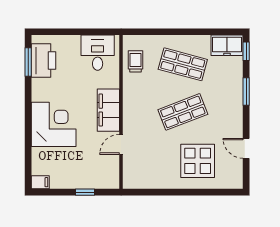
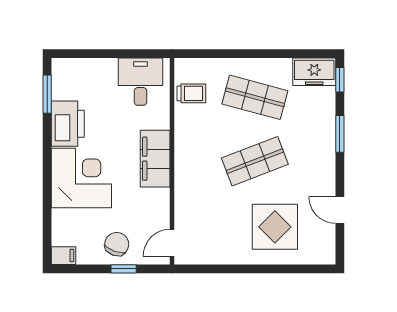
printer: (43, 61) -> (68, 124), moved
trolley: (136, 61) -> (191, 93), turned 90
door: (121, 144) -> (172, 243), moved
chair: (80, 174) -> (117, 244), added

